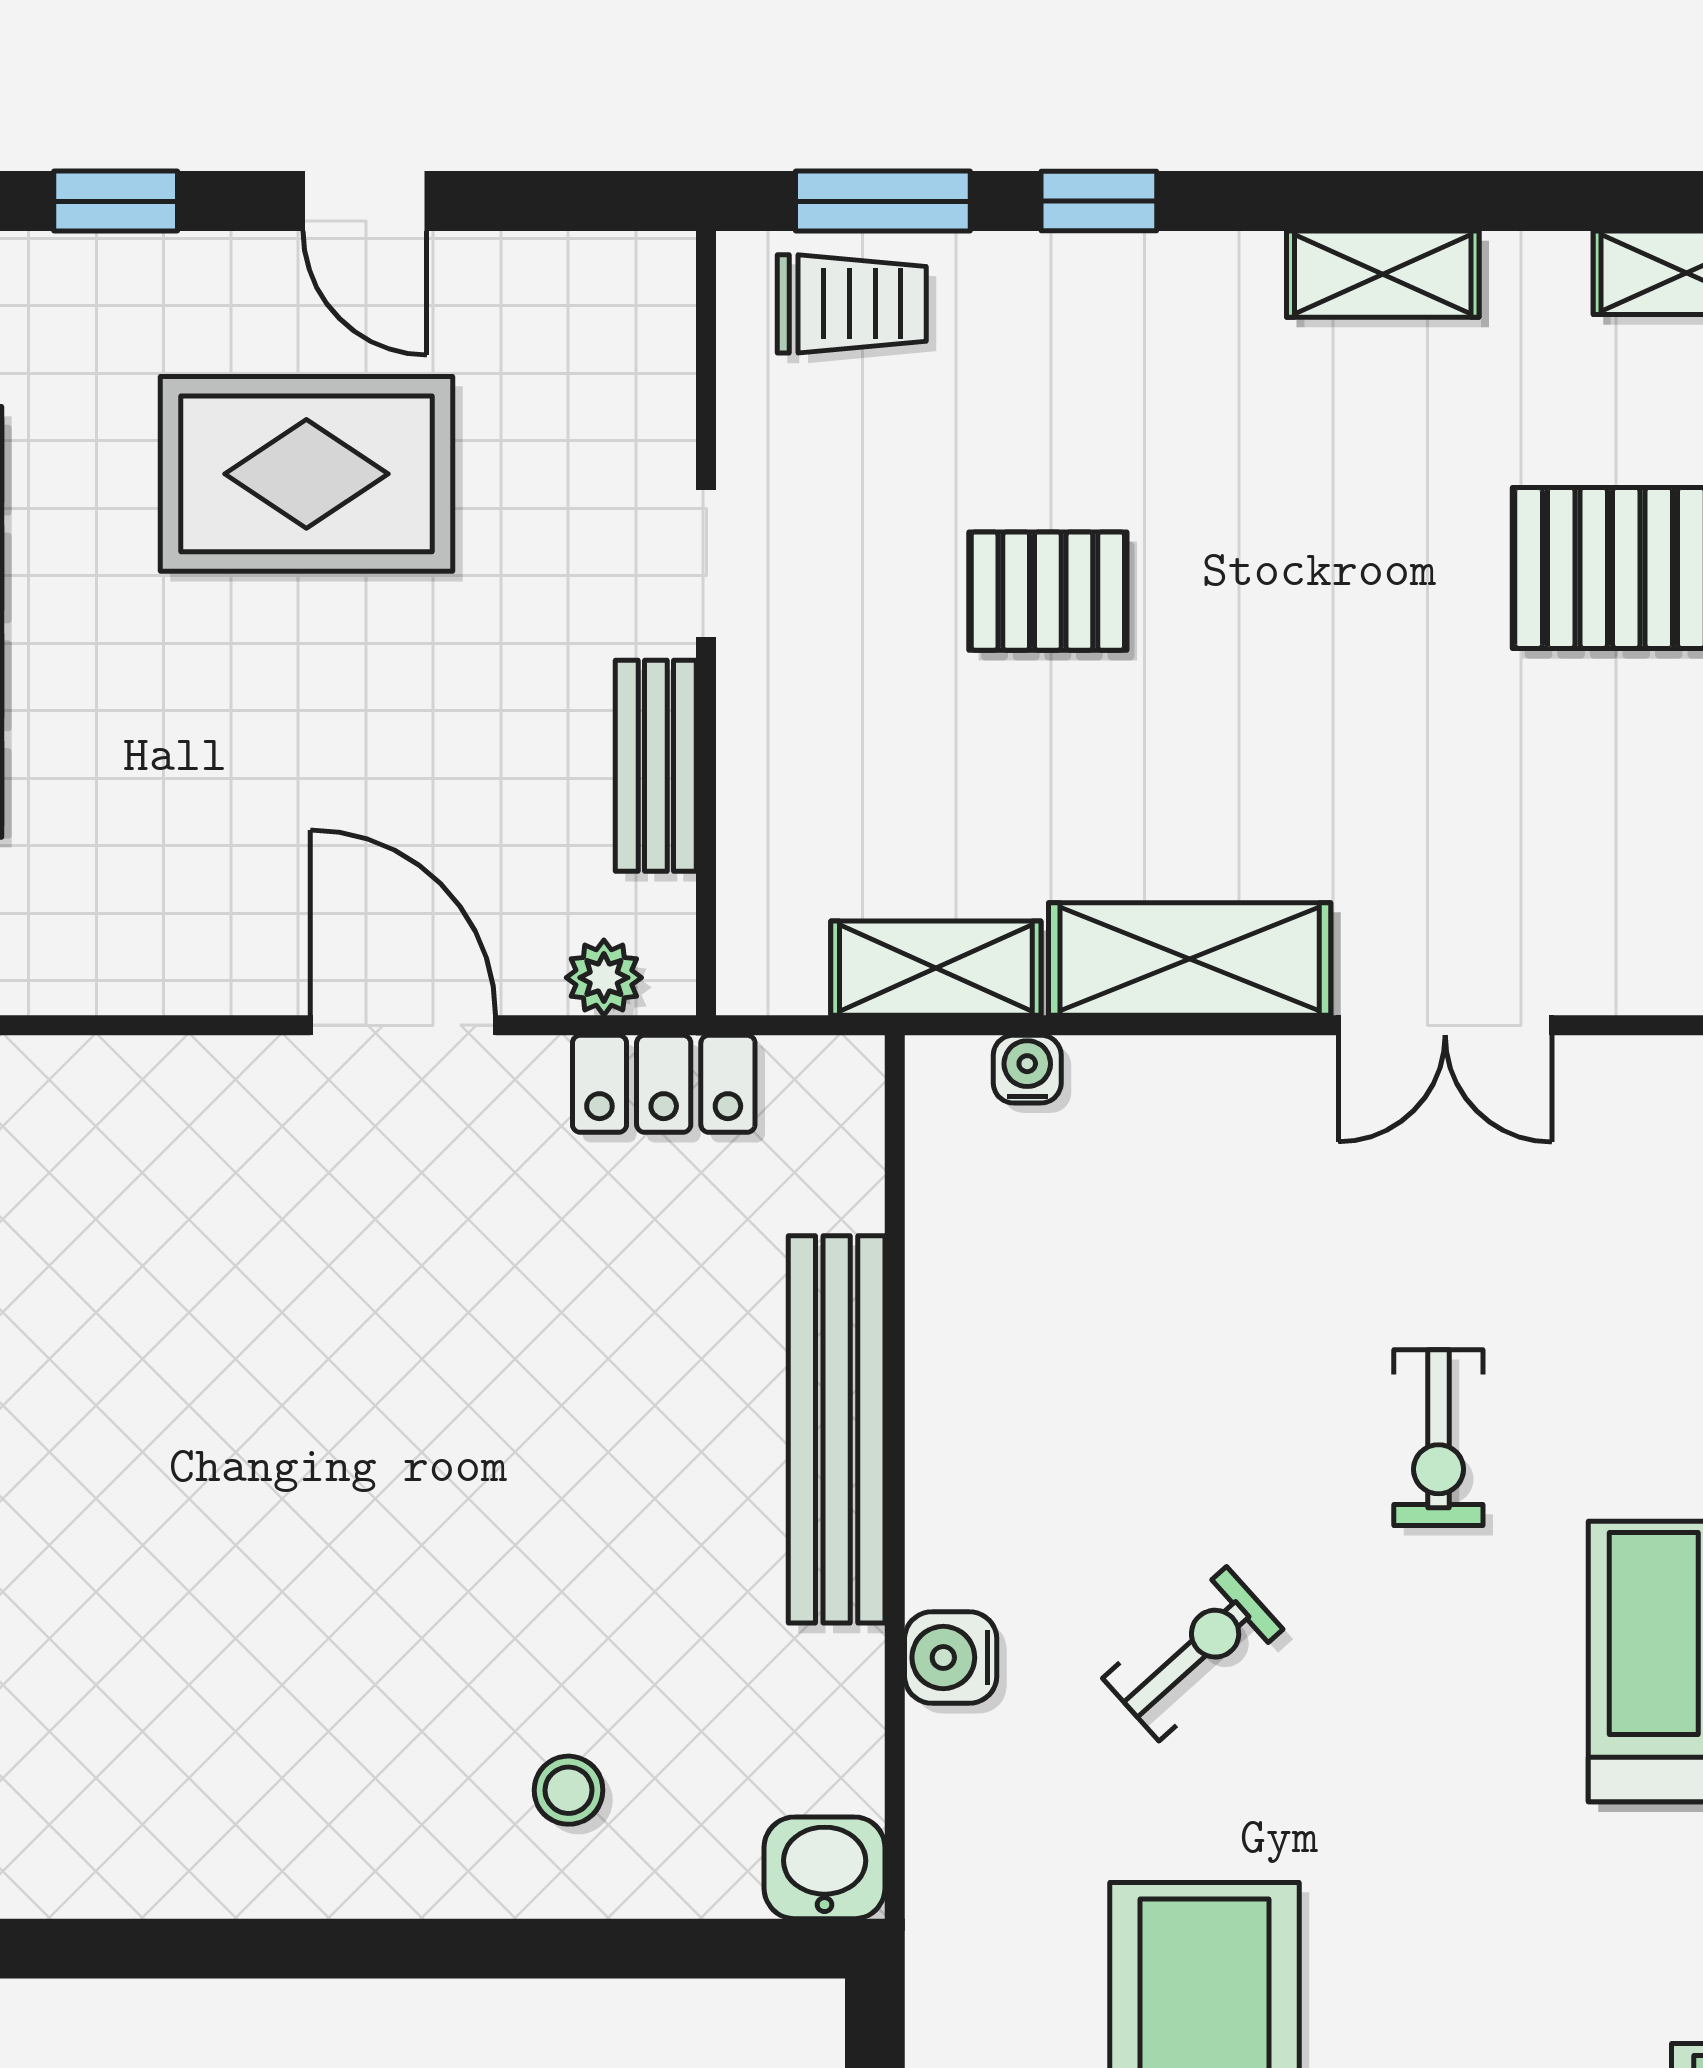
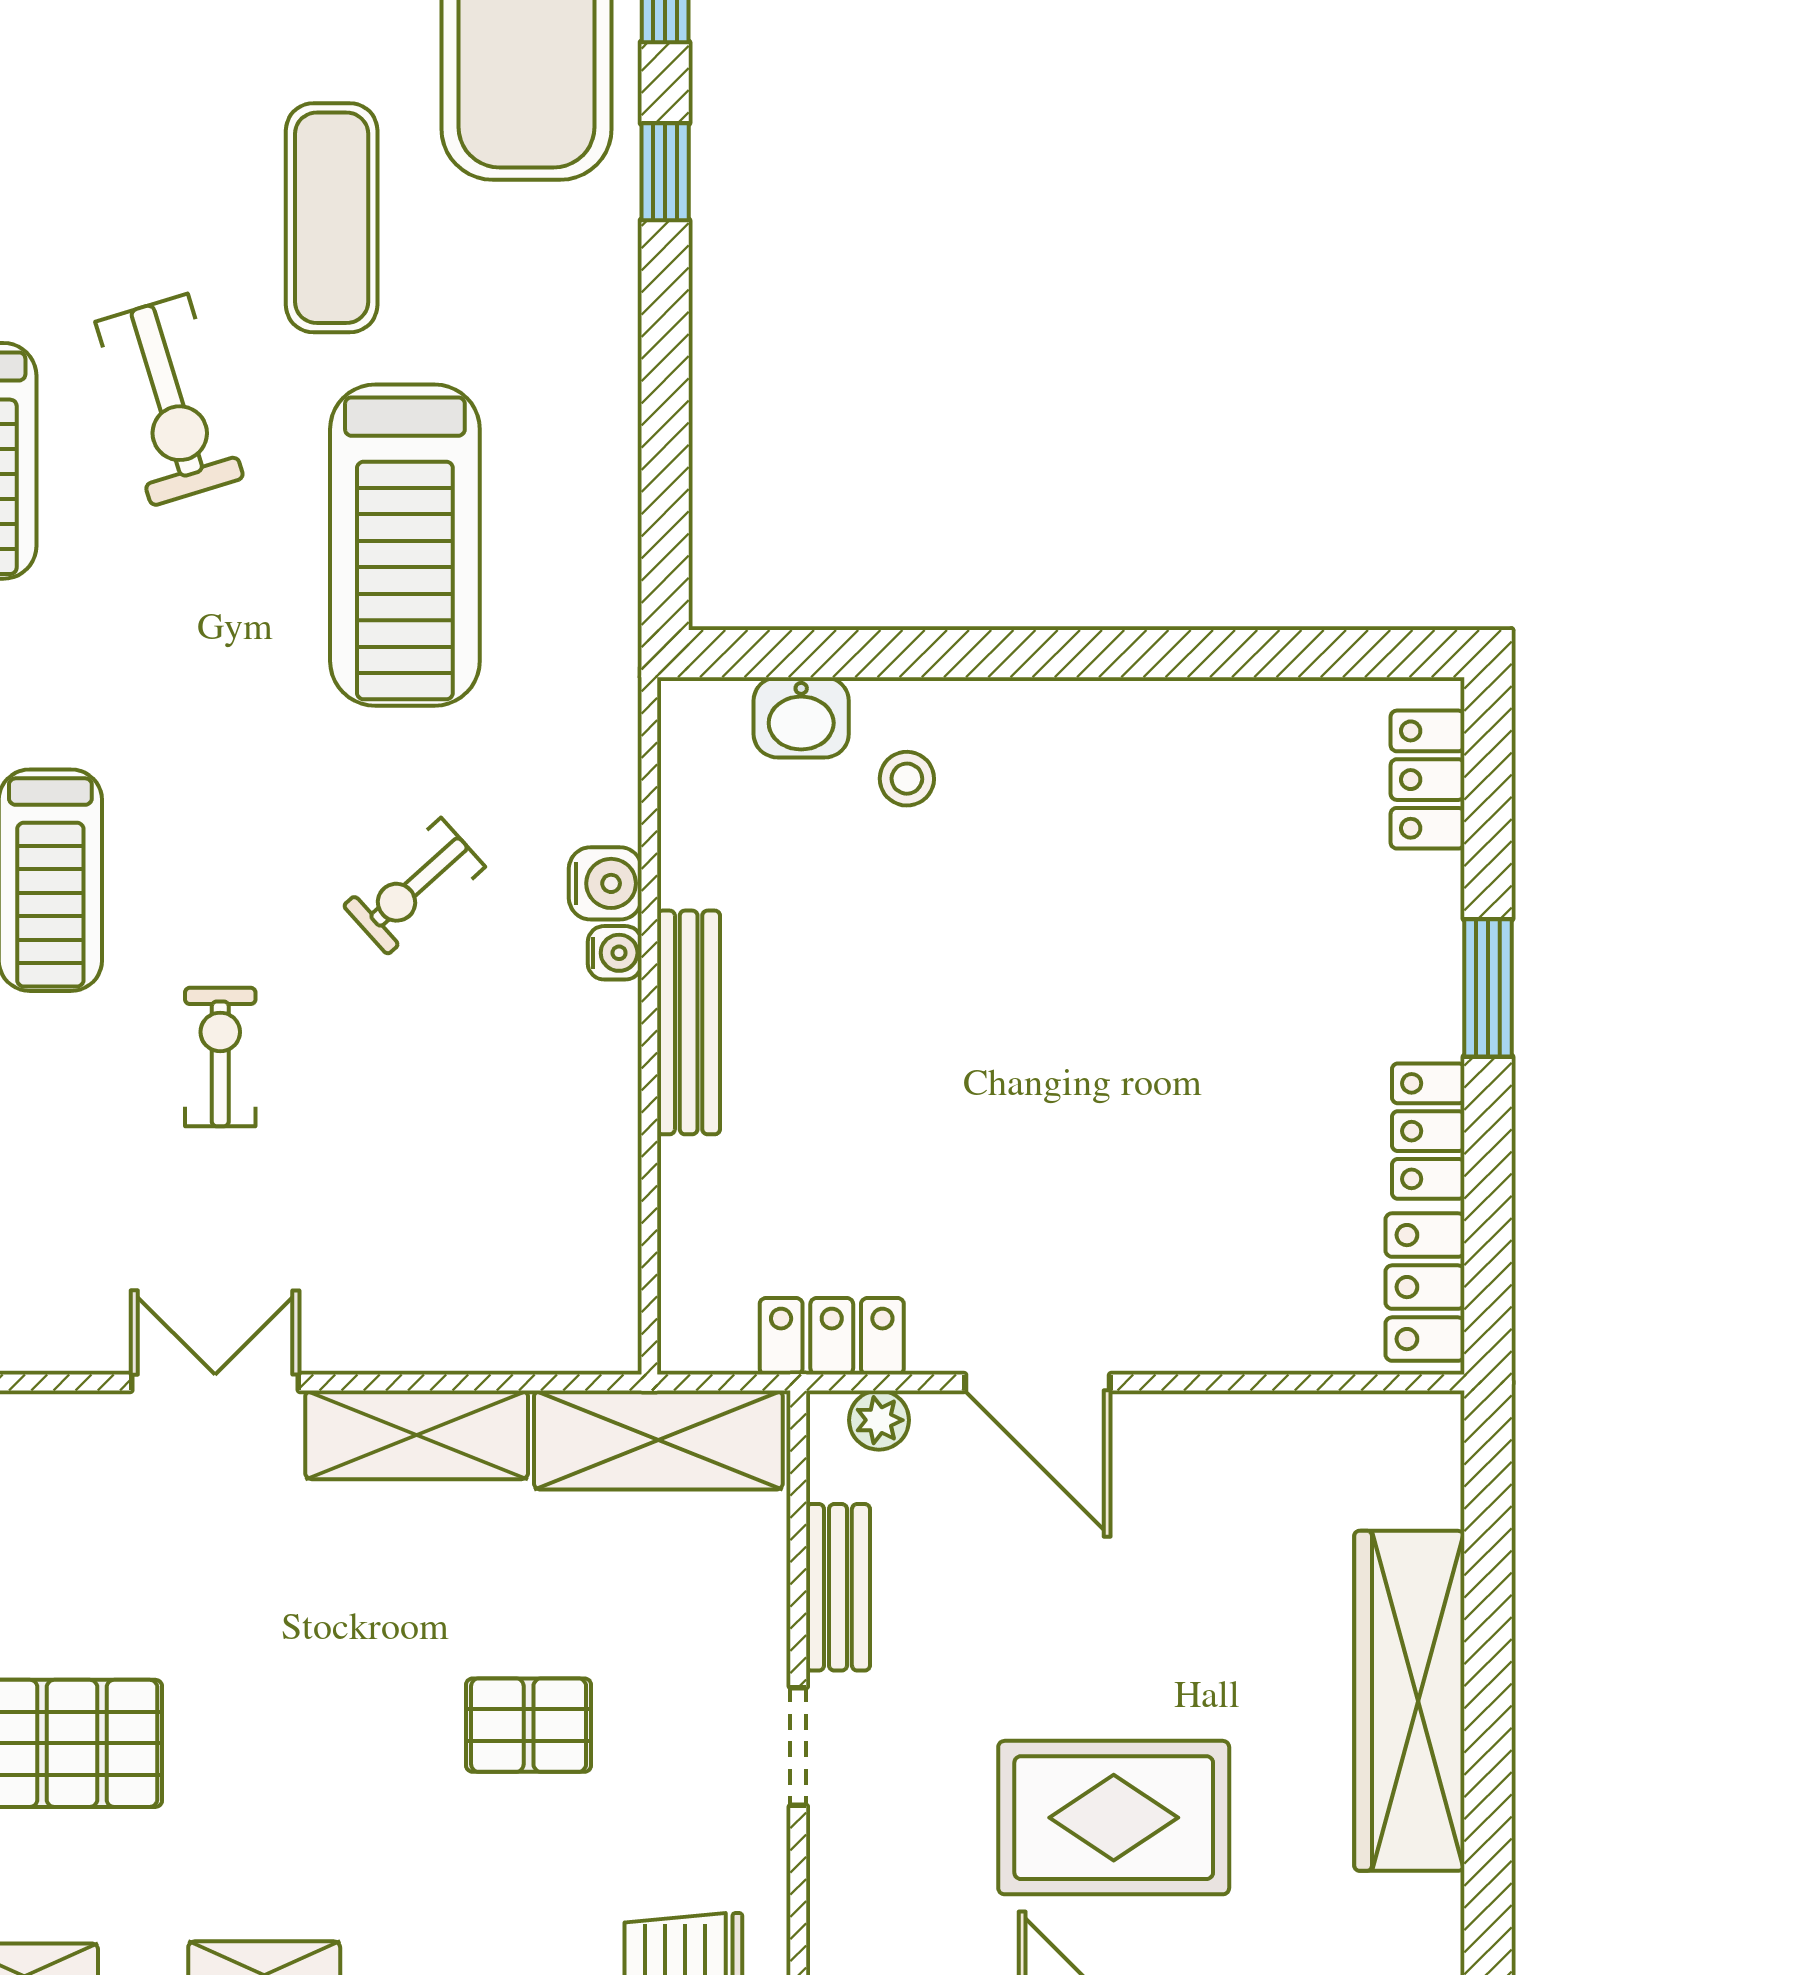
shelving: (936, 968) -> (658, 1440), width x1.50, depth x1.33
water cooler: (1027, 1069) -> (615, 953), moved, turned -90
bench: (837, 1429) -> (689, 1022), width x0.73, depth x0.82
washbasin: (825, 1868) -> (801, 717), moved

